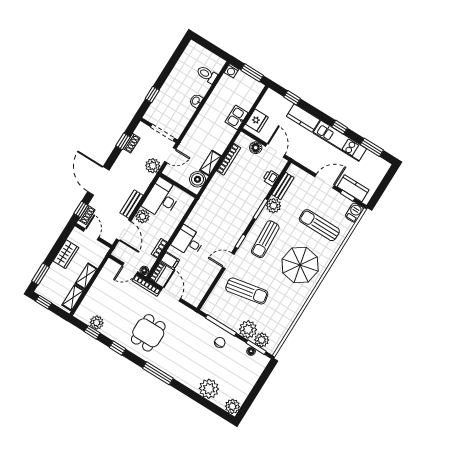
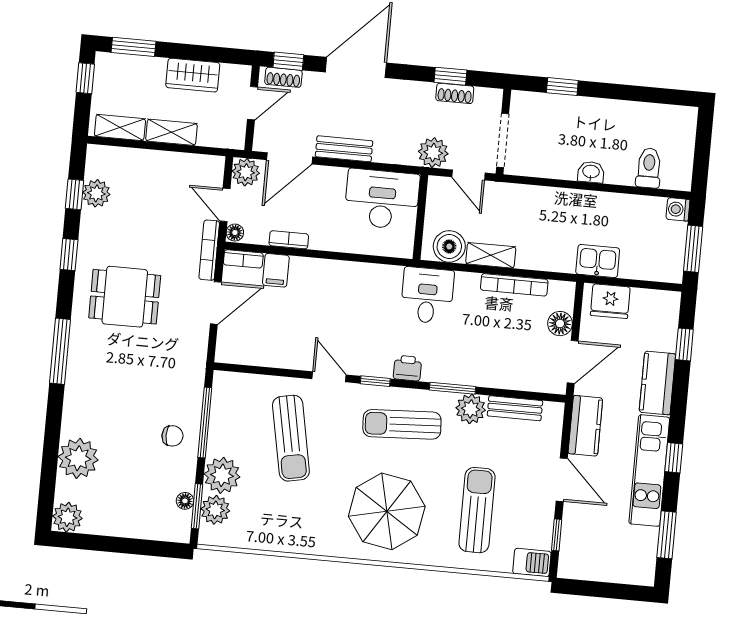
printer: (271, 178) -> (407, 368), moved
kitchen counter: (353, 188) -> (585, 426), moved
plant: (142, 216) -> (246, 172), moved
desk: (188, 241) -> (427, 295), moved

